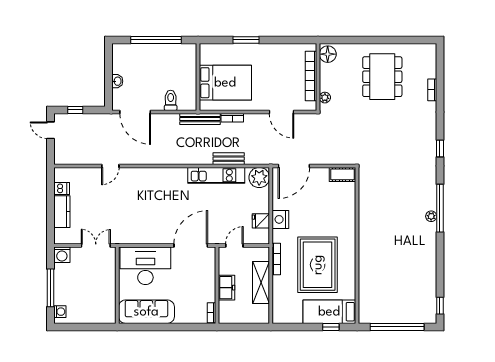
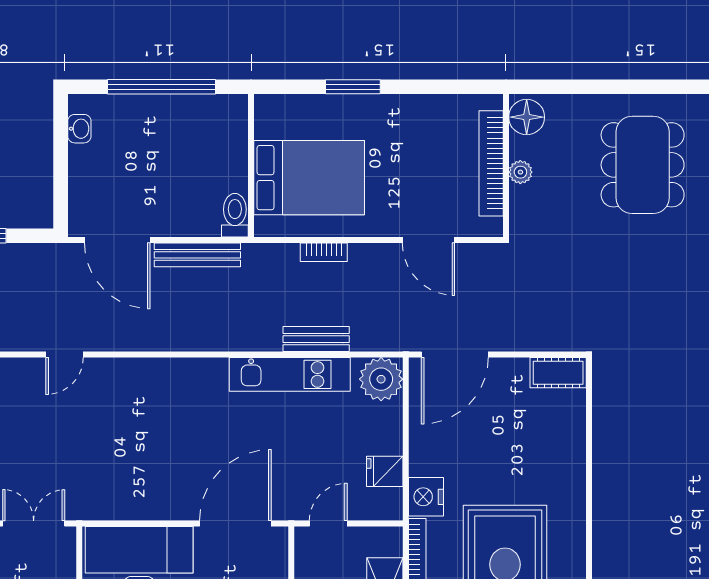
washbasin: (117, 81) -> (79, 129), moved
plant: (325, 98) -> (520, 172), moved
toilet: (171, 100) -> (235, 215), moved
bench: (200, 119) -> (197, 255), moved
nightstand: (280, 219) -> (426, 497), moved

